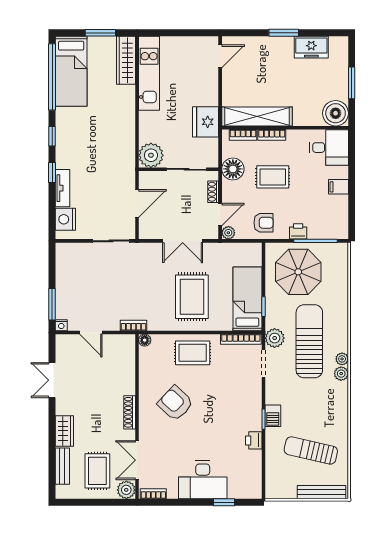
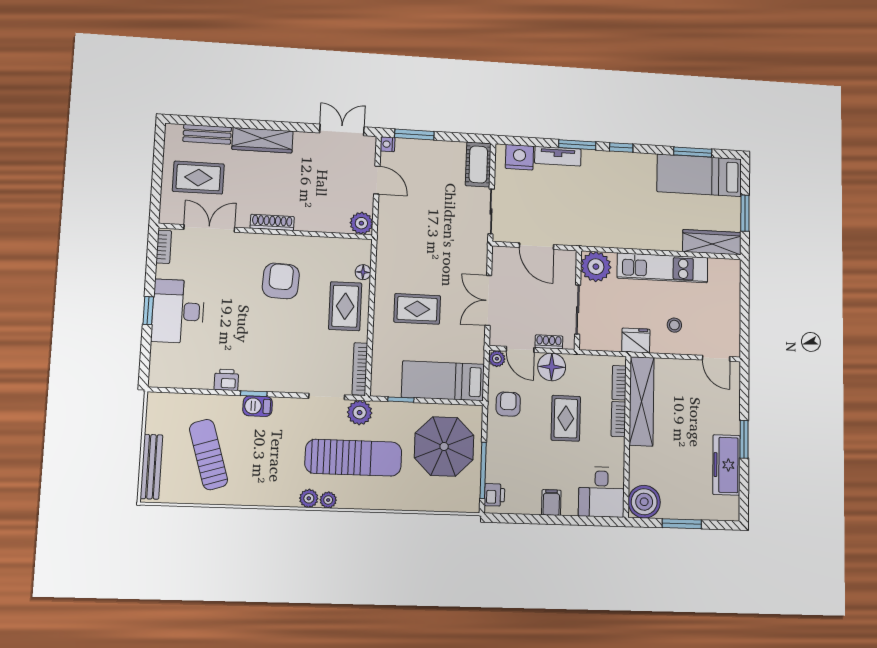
freezer: (311, 47) -> (727, 465), width x1.40
kitchen unit: (149, 73) -> (662, 268), moved
window: (52, 77) -> (693, 152), width x0.47
stool: (195, 91) -> (674, 325), added
fridge: (206, 122) -> (636, 340), width x0.73, depth x0.75
floor lamp: (233, 169) -> (552, 367), moved
window: (52, 172) -> (577, 145), width x1.50
armchair: (263, 223) -> (508, 404), turned 180
printer: (298, 231) -> (494, 495), moved
cot: (73, 252) -> (478, 164), added
rug: (192, 297) -> (417, 309), width x0.73, depth x0.70
bed: (247, 299) -> (443, 381), moved, turned 180
bookcase: (133, 325) -> (383, 233), removed
door: (91, 332) -> (377, 180), swing flipped
floor lamp: (145, 340) -> (363, 272), moved
double door: (52, 380) -> (342, 130), moved
armchair: (175, 403) -> (281, 281), turned -40
wardrobe: (64, 431) -> (262, 140), width x1.50
sun lounger: (311, 450) -> (209, 454), turned -30
plant: (126, 490) -> (361, 223), moved
window: (224, 502) -> (148, 311), moved

